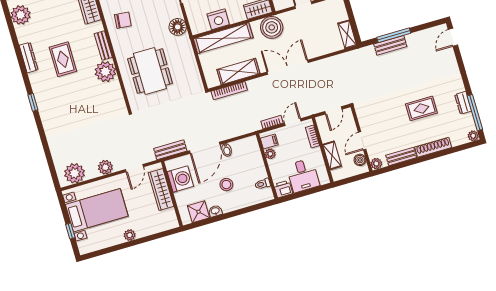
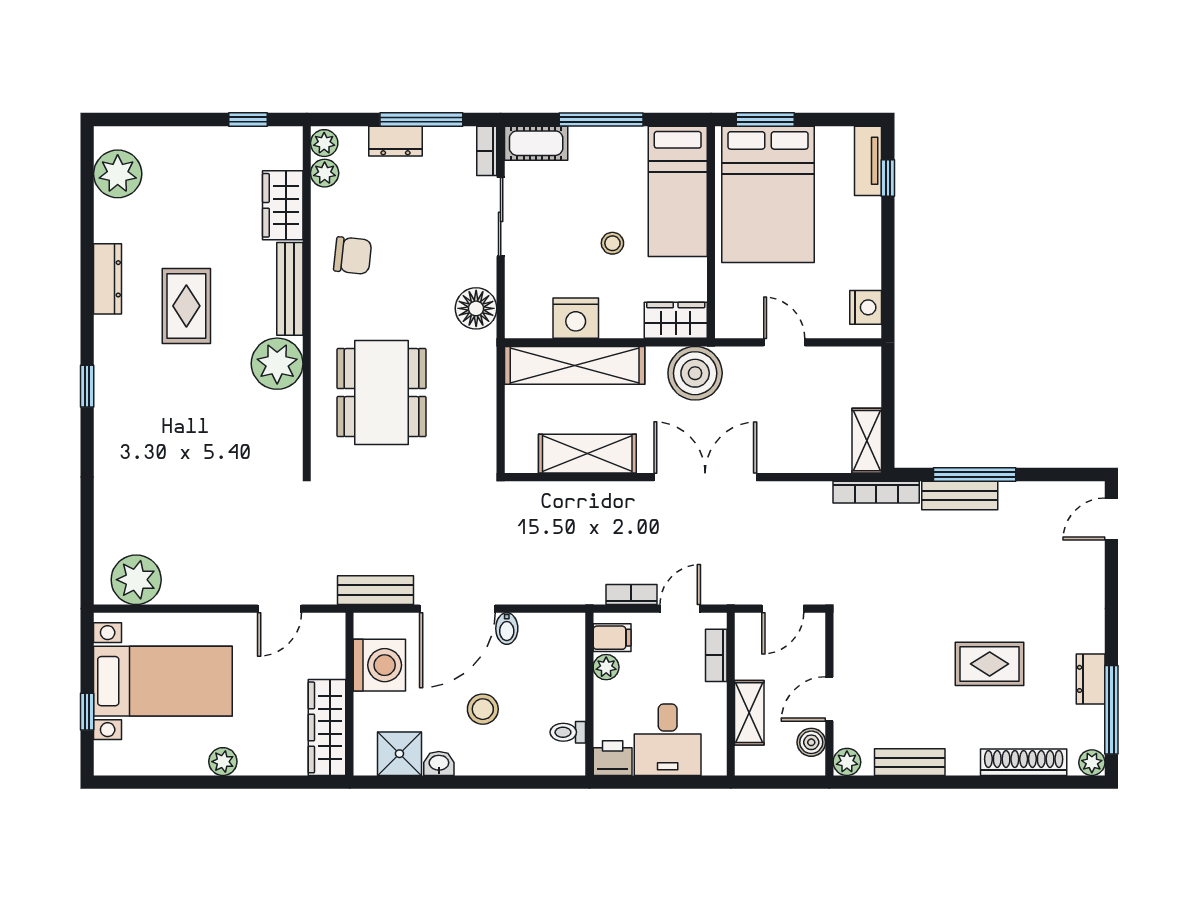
bench: (103, 46) -> (290, 289), width x1.36
bookcase: (229, 91) -> (876, 492), moved
shoe rack: (433, 147) -> (1024, 762), moved
plant: (105, 167) -> (212, 587), removed
wardrobe: (161, 190) -> (327, 727), moved

